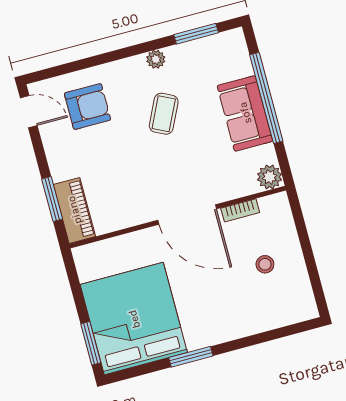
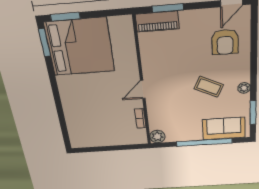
sofa: (245, 113) -> (224, 129), moved
door: (187, 214) -> (143, 89), width x0.53
stool: (265, 264) -> (106, 126), removed
window: (191, 357) -> (45, 43), moved

